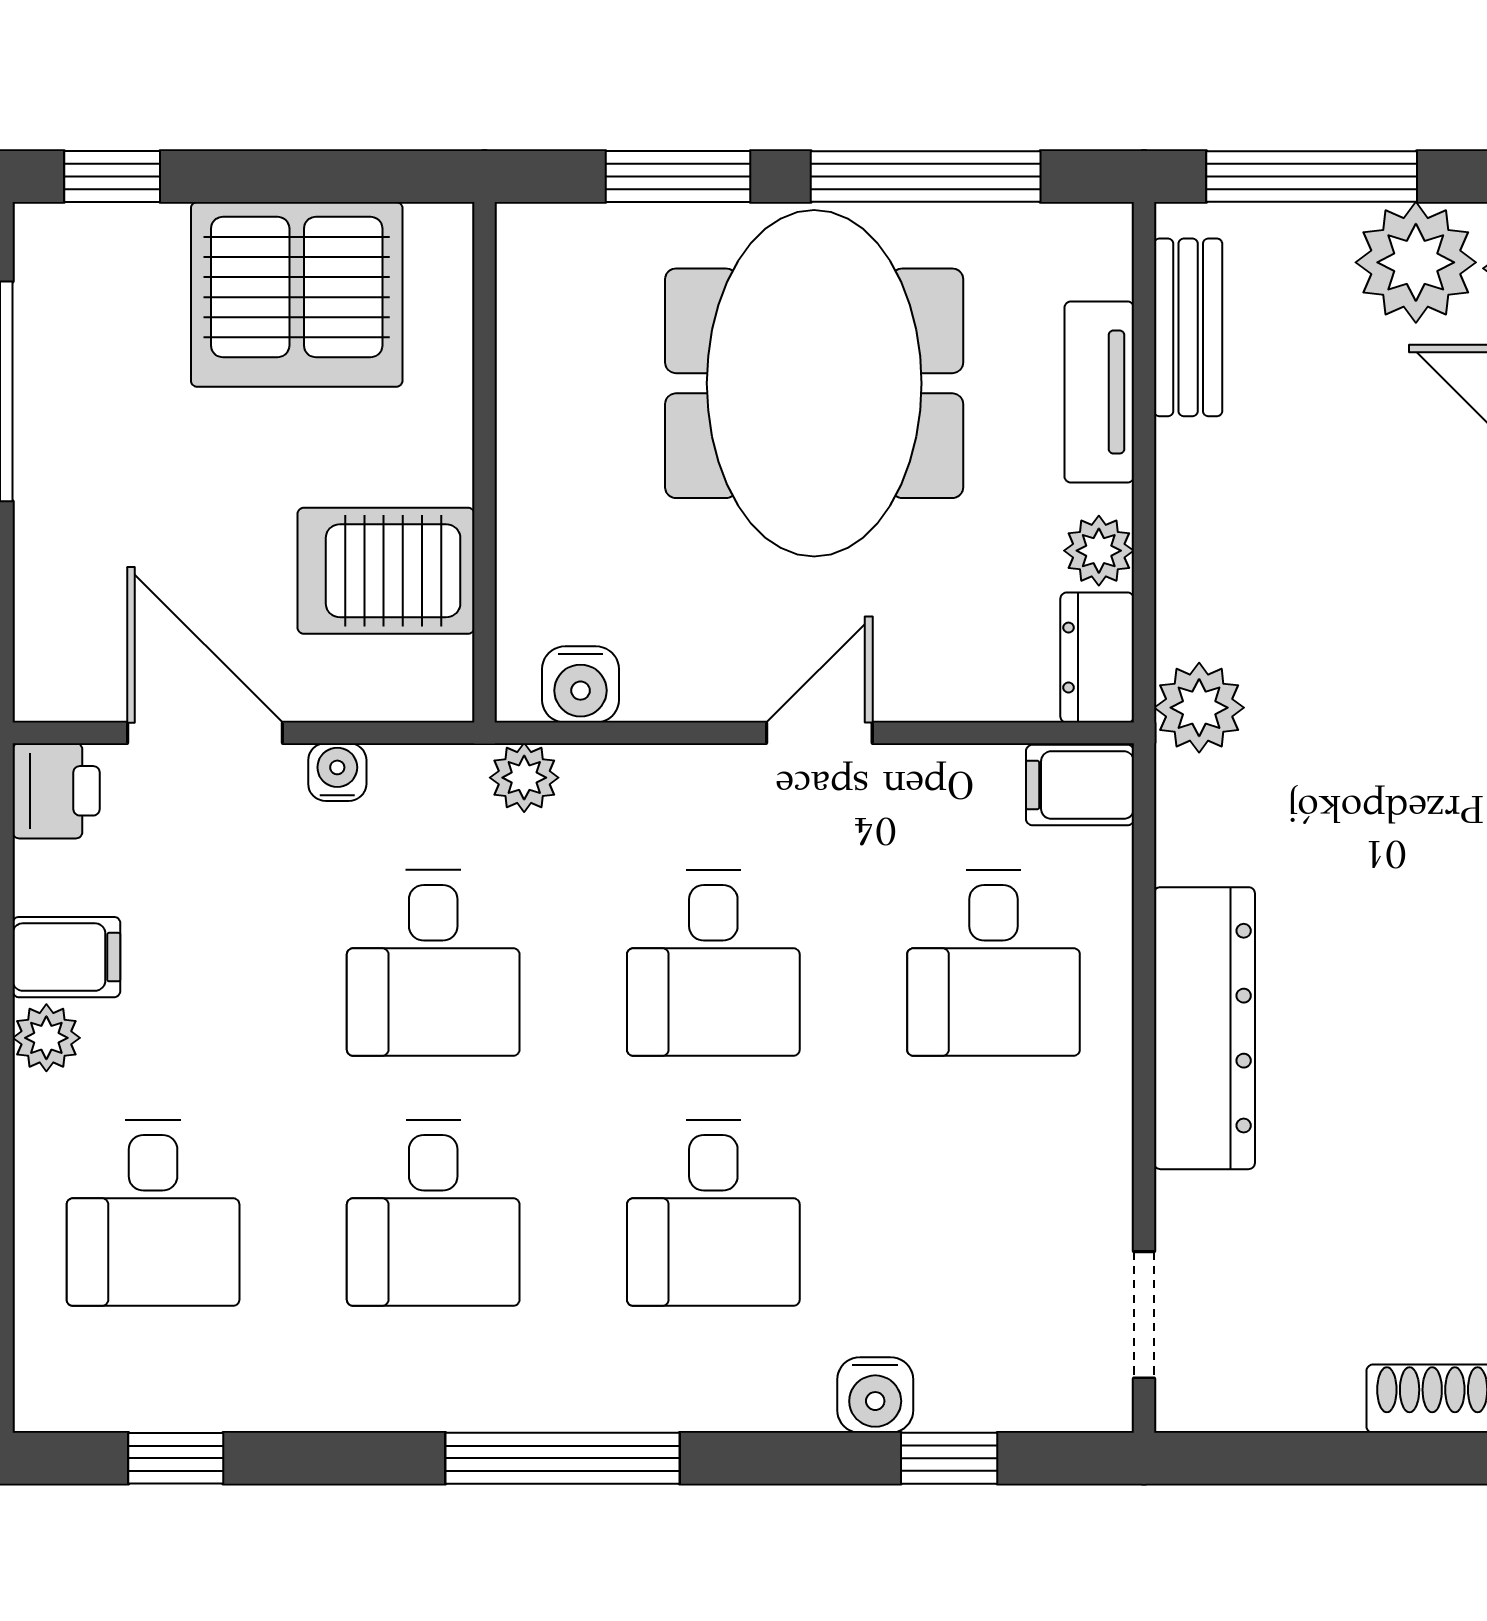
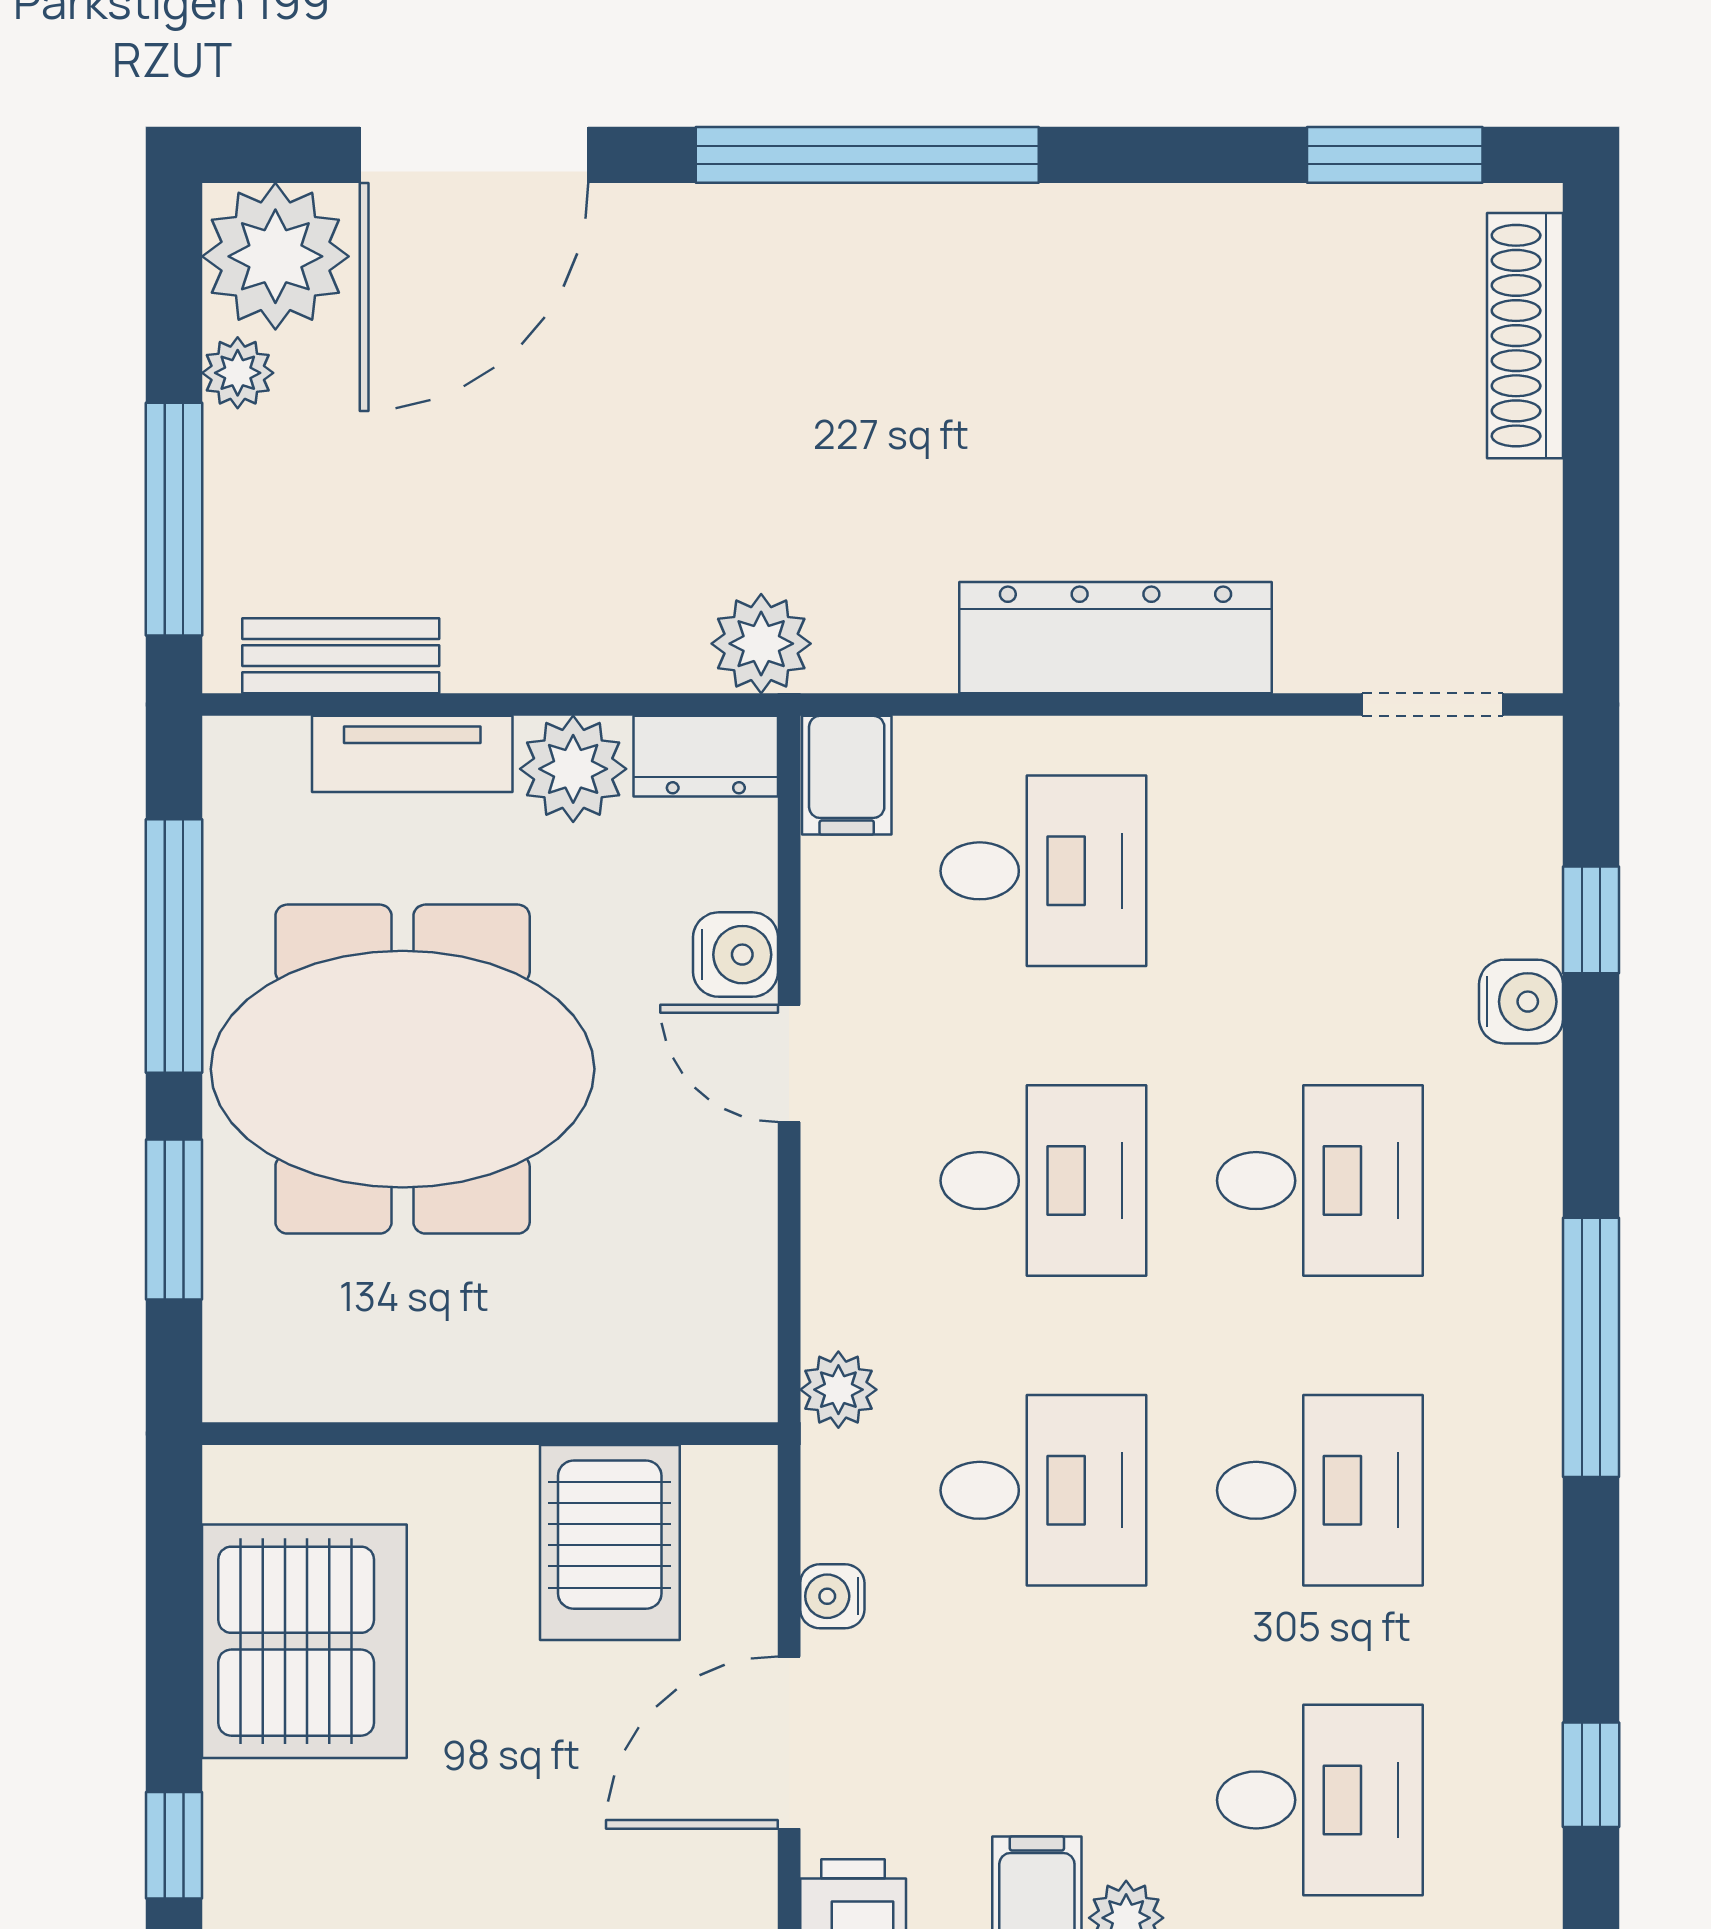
plant: (1416, 262) -> (238, 373), width x0.53, depth x0.53
plant: (1099, 551) -> (573, 769), width x1.38, depth x1.38
water cooler: (581, 684) -> (736, 955), moved

